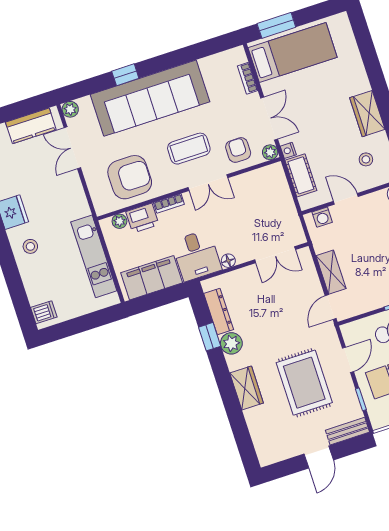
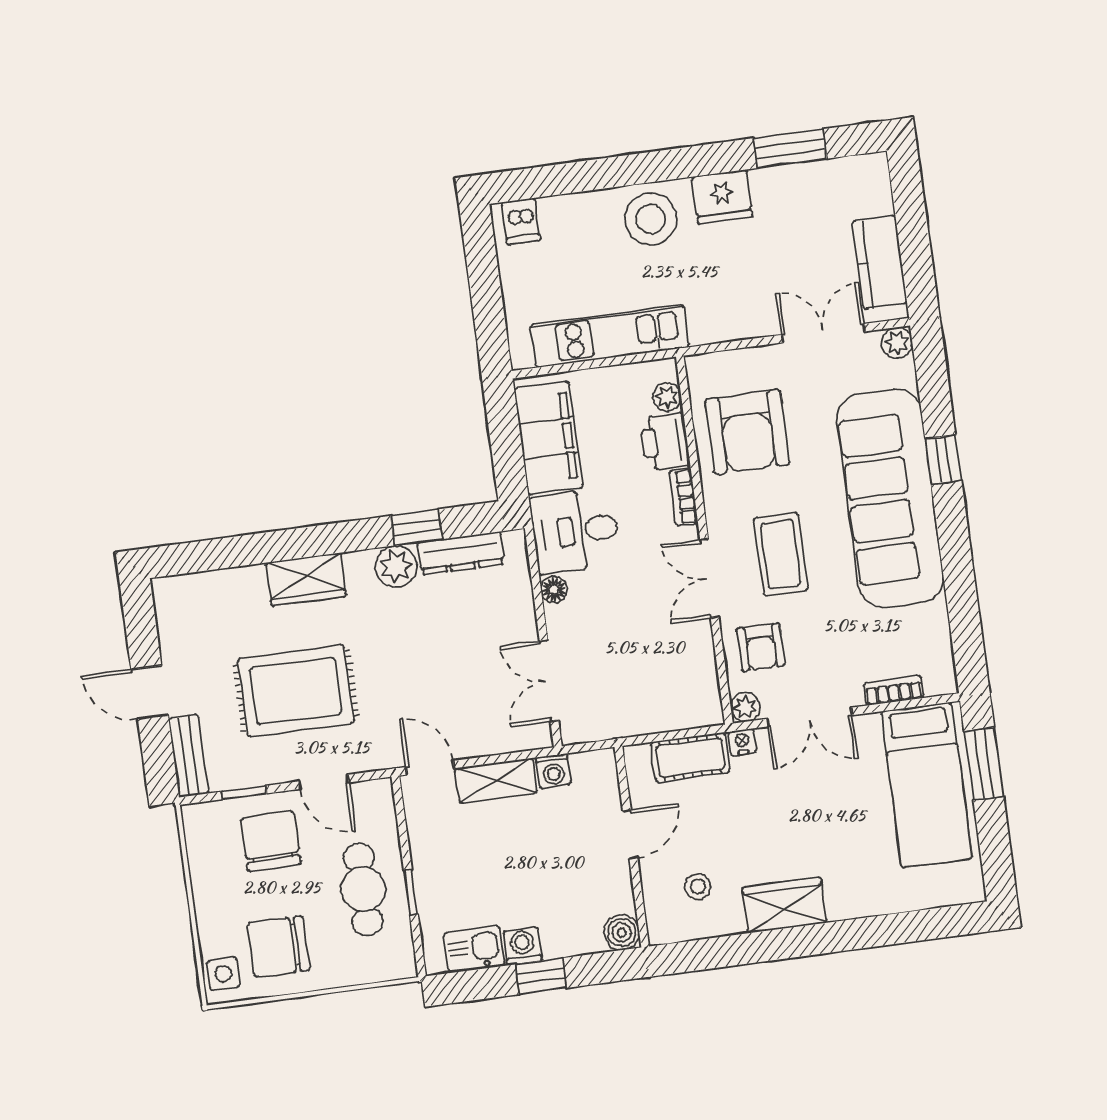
armchair: (238, 150) -> (761, 647), turned 90
washing machine: (322, 217) -> (553, 771), moved, turned -90
stool: (30, 246) -> (651, 219), width x1.89, depth x1.89

